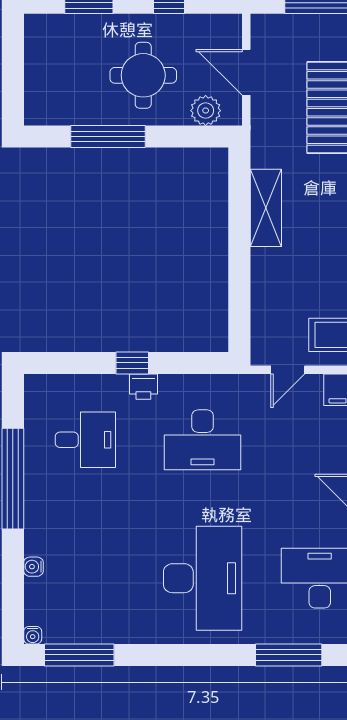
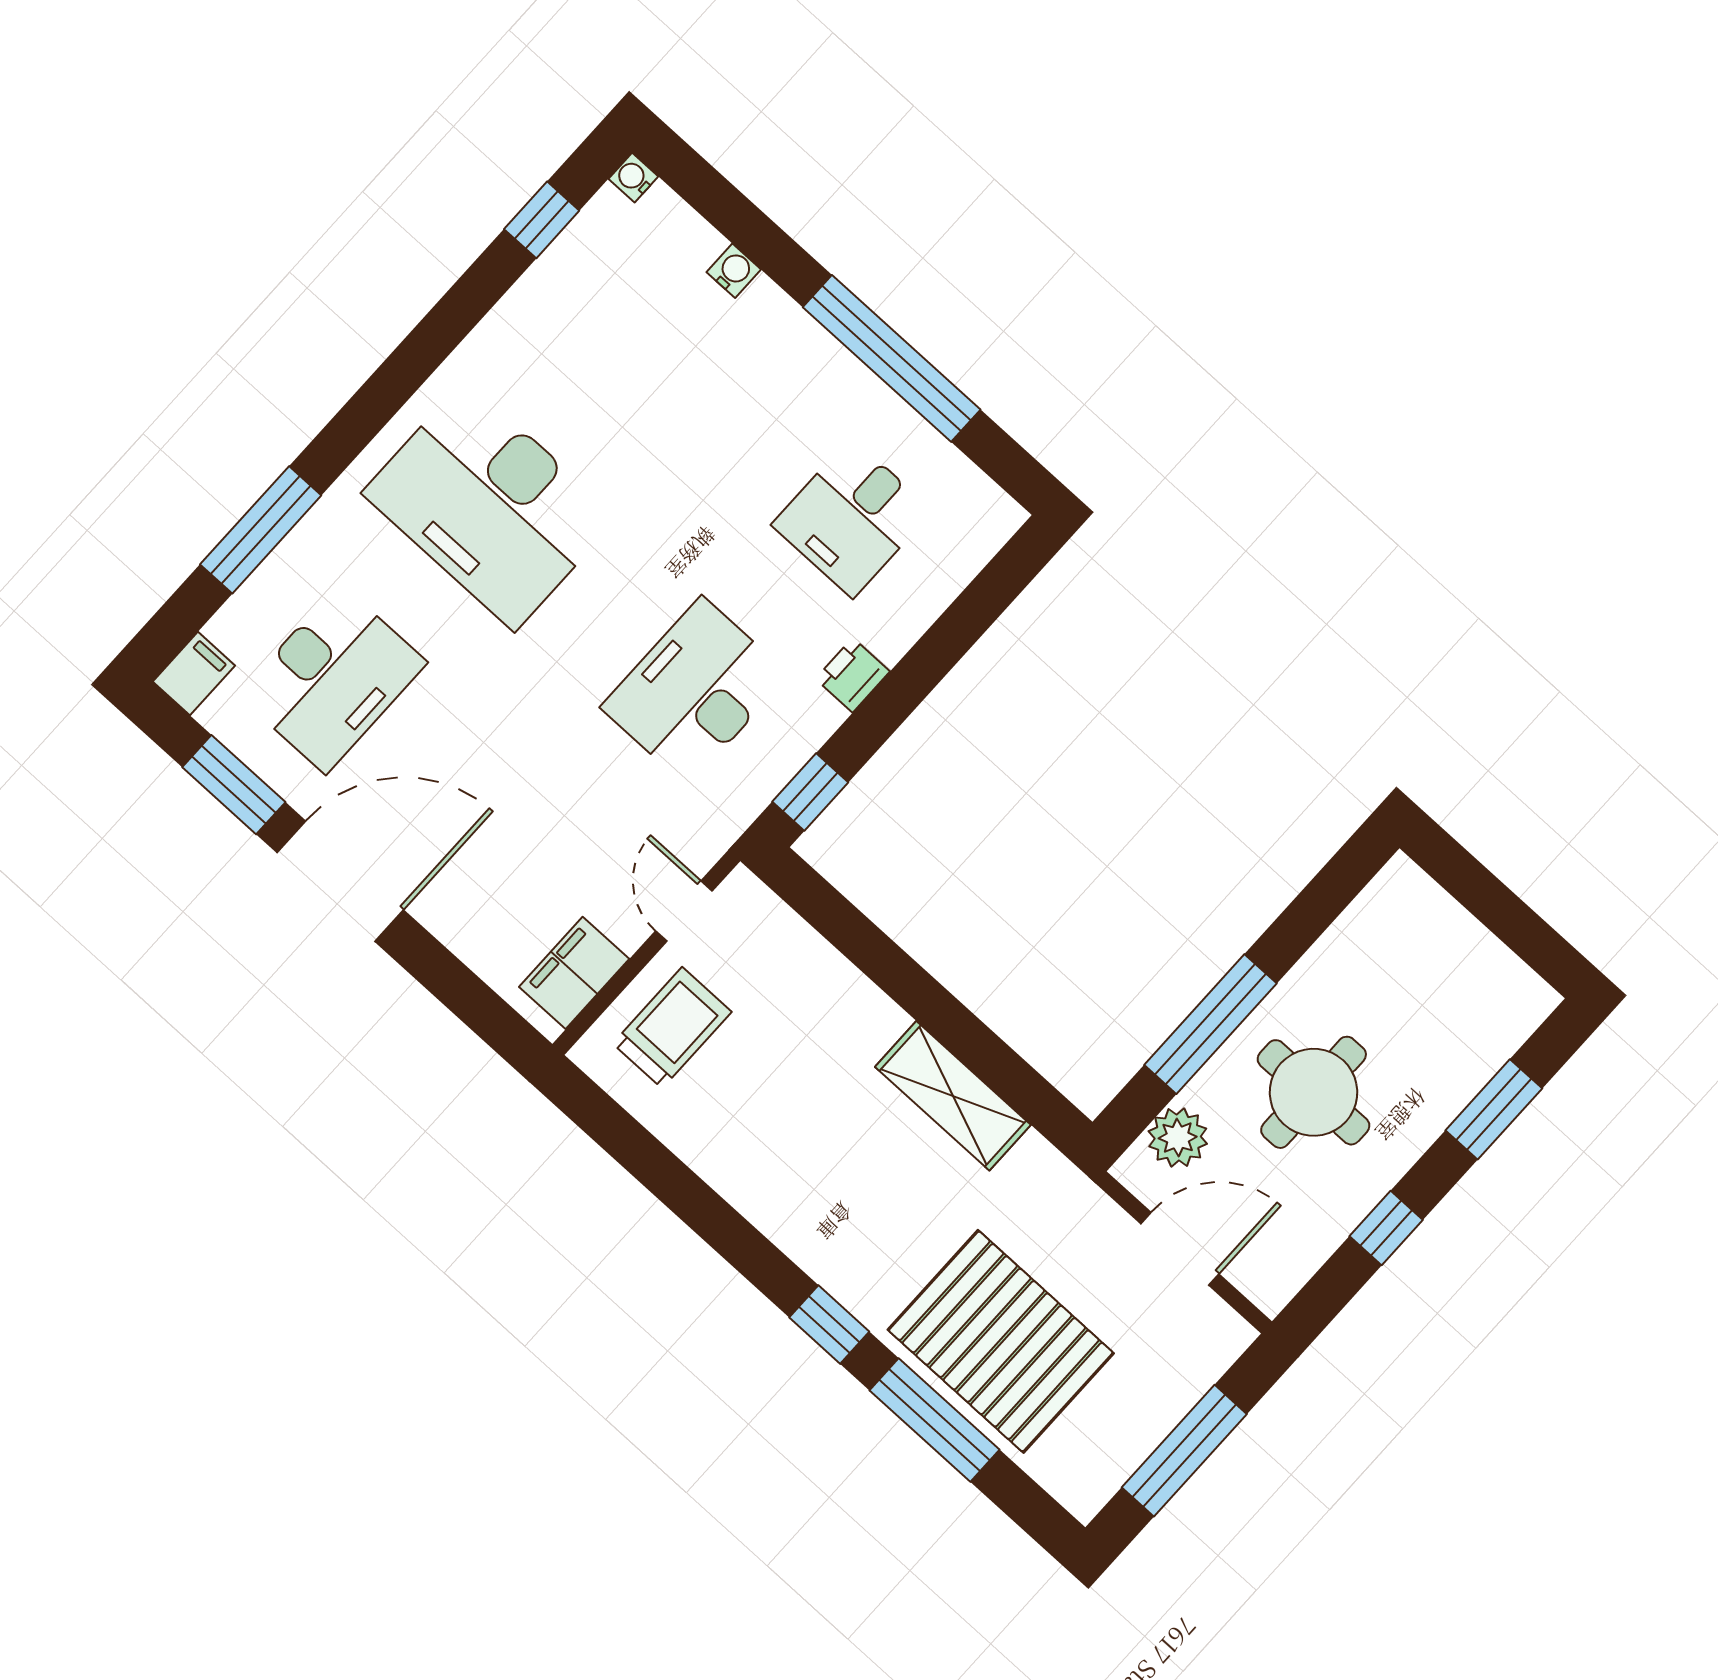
window: (108, 136) -> (1210, 1024), moved
window: (132, 363) -> (810, 792), moved
window: (79, 655) -> (542, 220), width x0.46

